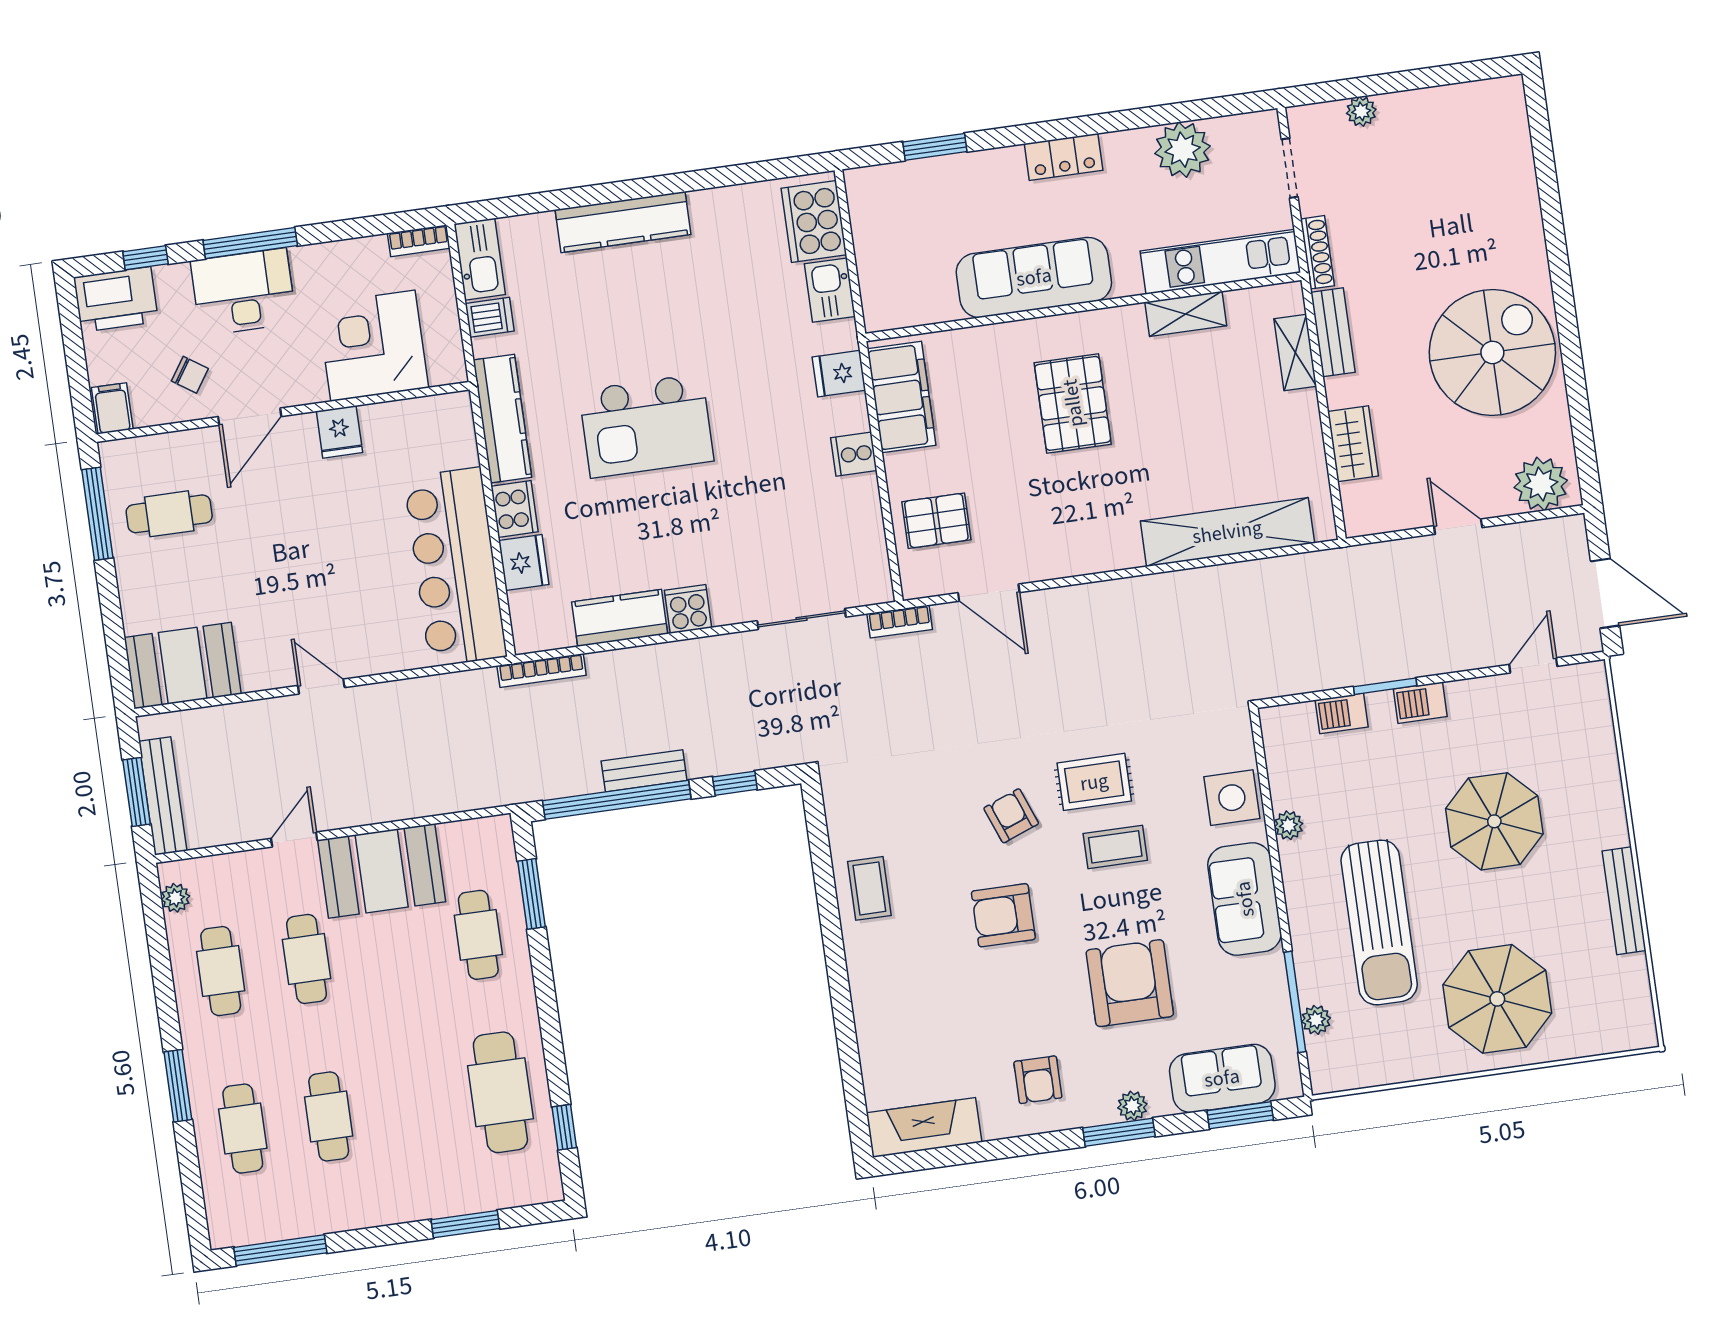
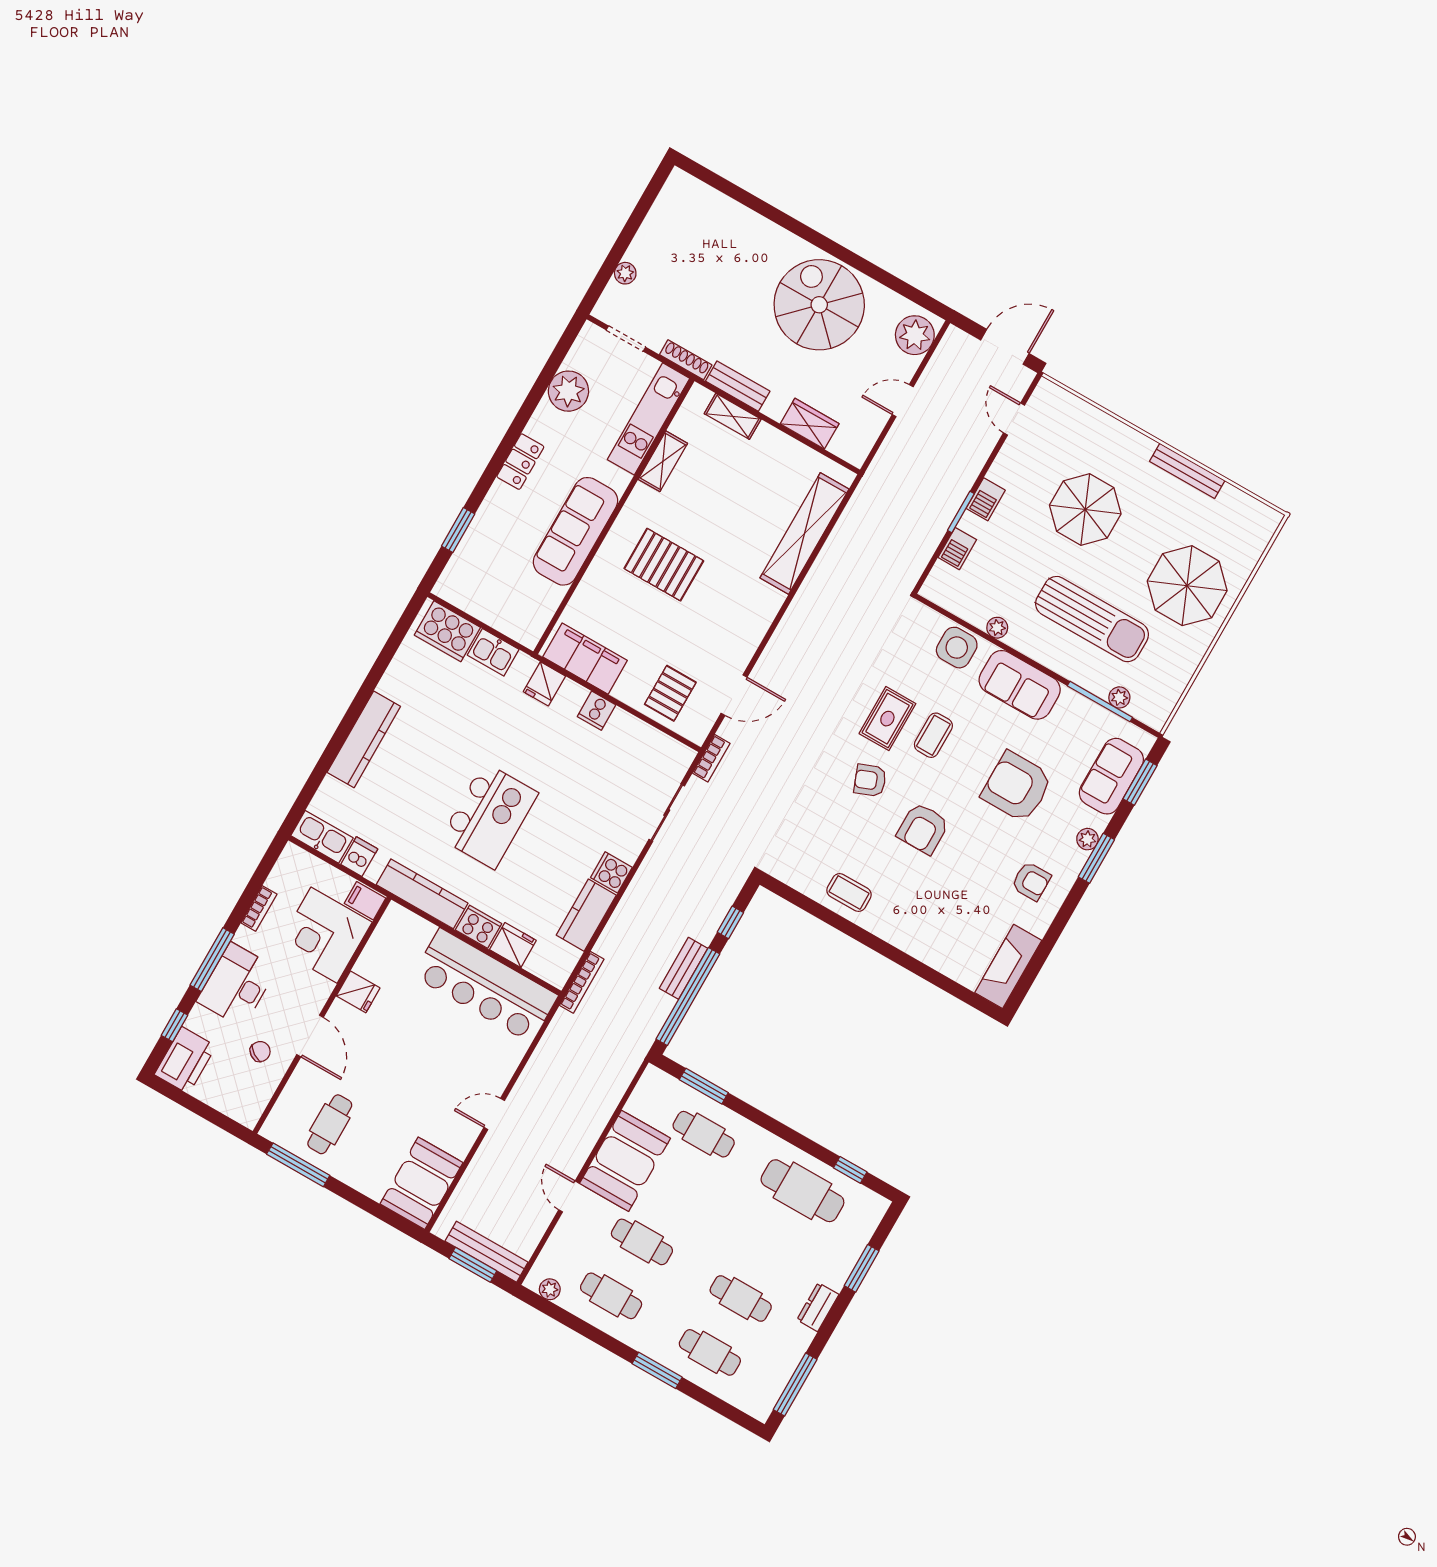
bookcase: (419, 241) -> (259, 908), moved
filing cabinet: (112, 408) -> (365, 901), moved
dresser: (385, 1209) -> (818, 1307), added

